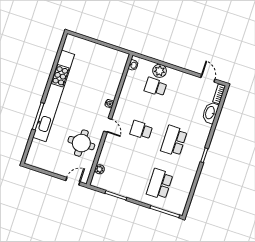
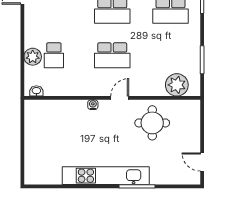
kitchen unit: (54, 96) -> (106, 176), width x0.73
school desk: (141, 130) -> (112, 55), width x1.85
plant: (100, 169) -> (177, 85), width x1.87, depth x1.87
door: (73, 181) -> (202, 162), moved

